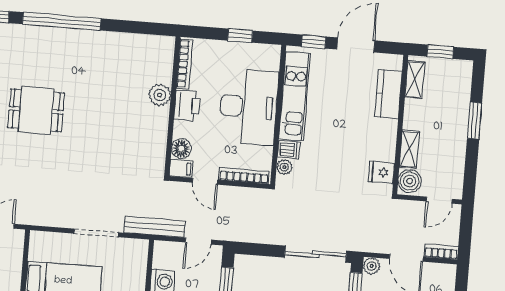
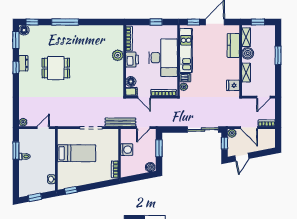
window: (62, 21) -> (65, 22), width x0.68
boiler: (410, 181) -> (248, 53), moved

